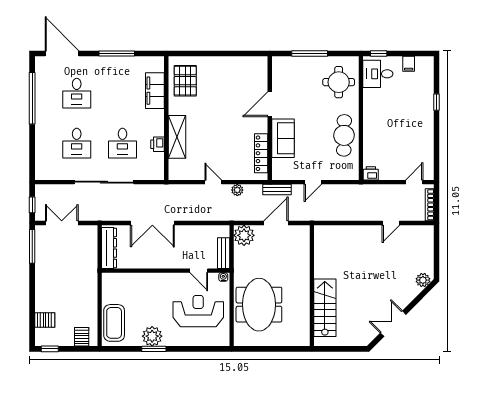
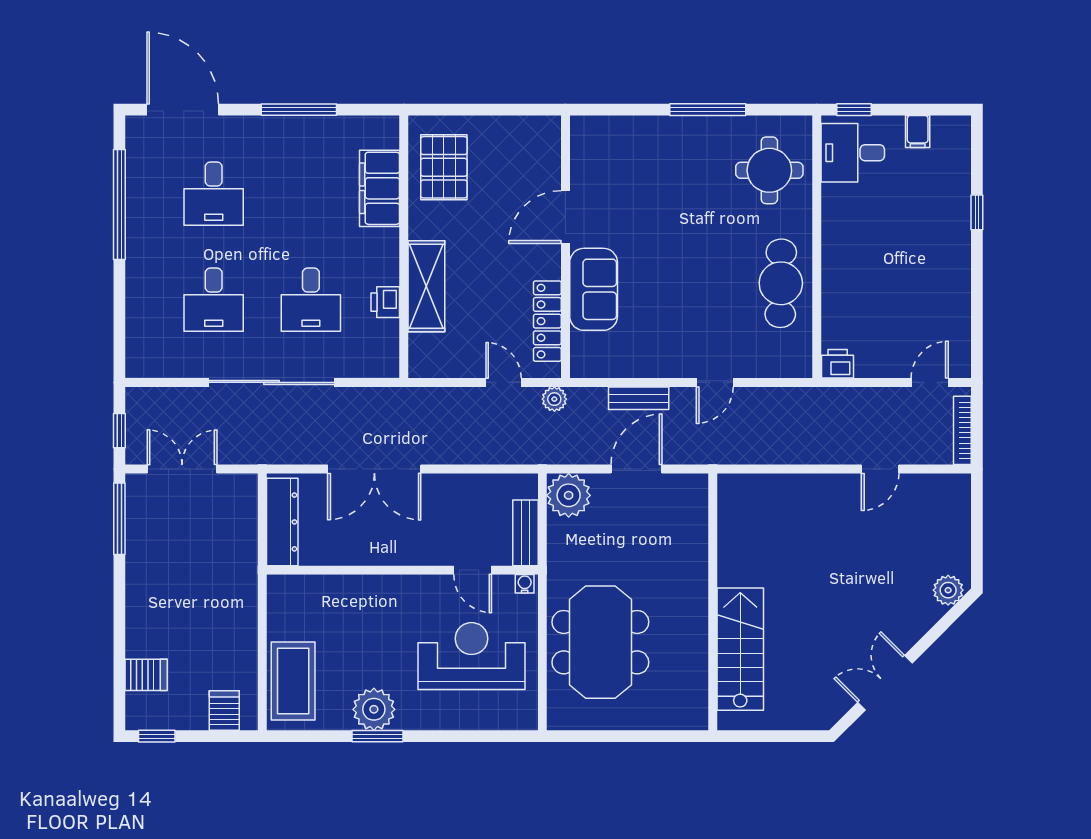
door: (270, 104) -> (565, 217), moved
wall: (270, 118) -> (565, 247), moved
sofa: (283, 138) -> (594, 289), moved
locker: (261, 153) -> (547, 321), moved

